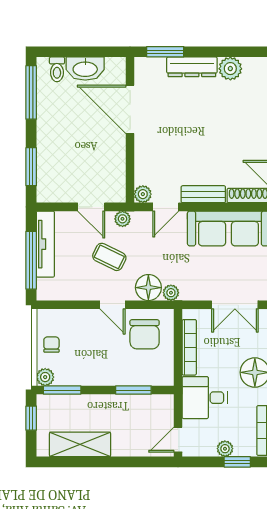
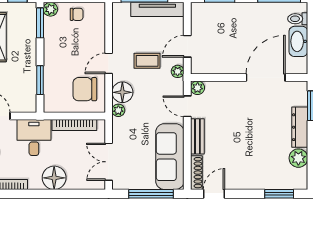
coffee table: (109, 257) -> (147, 61), turned 64

